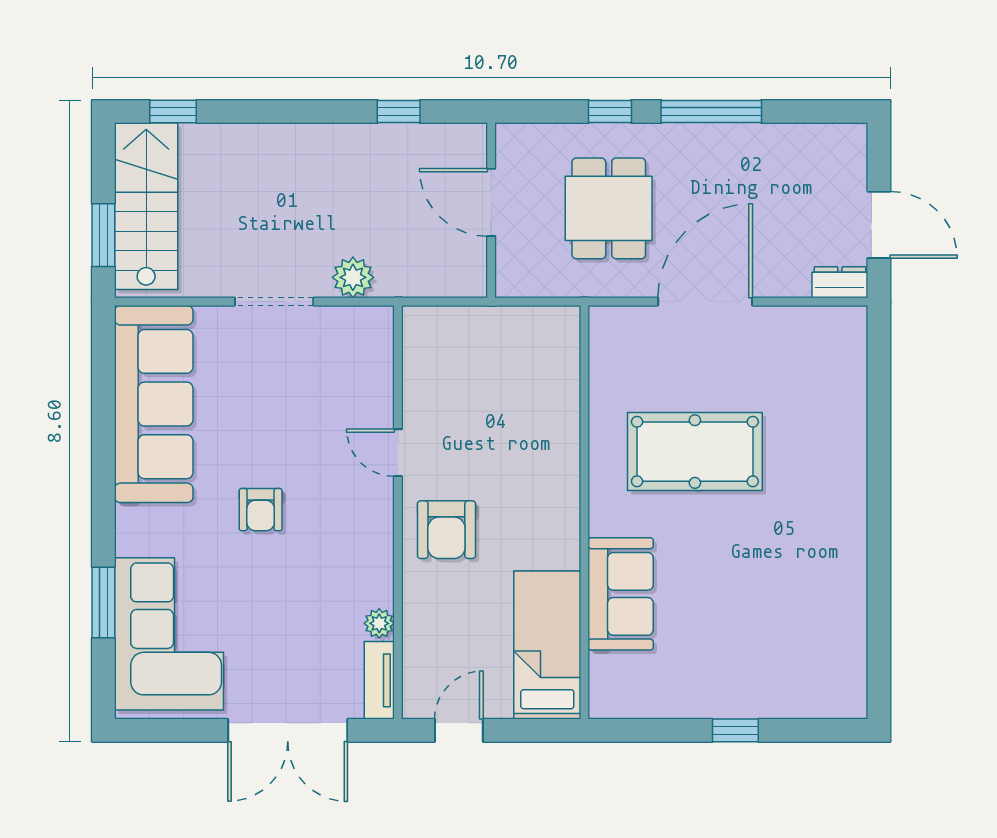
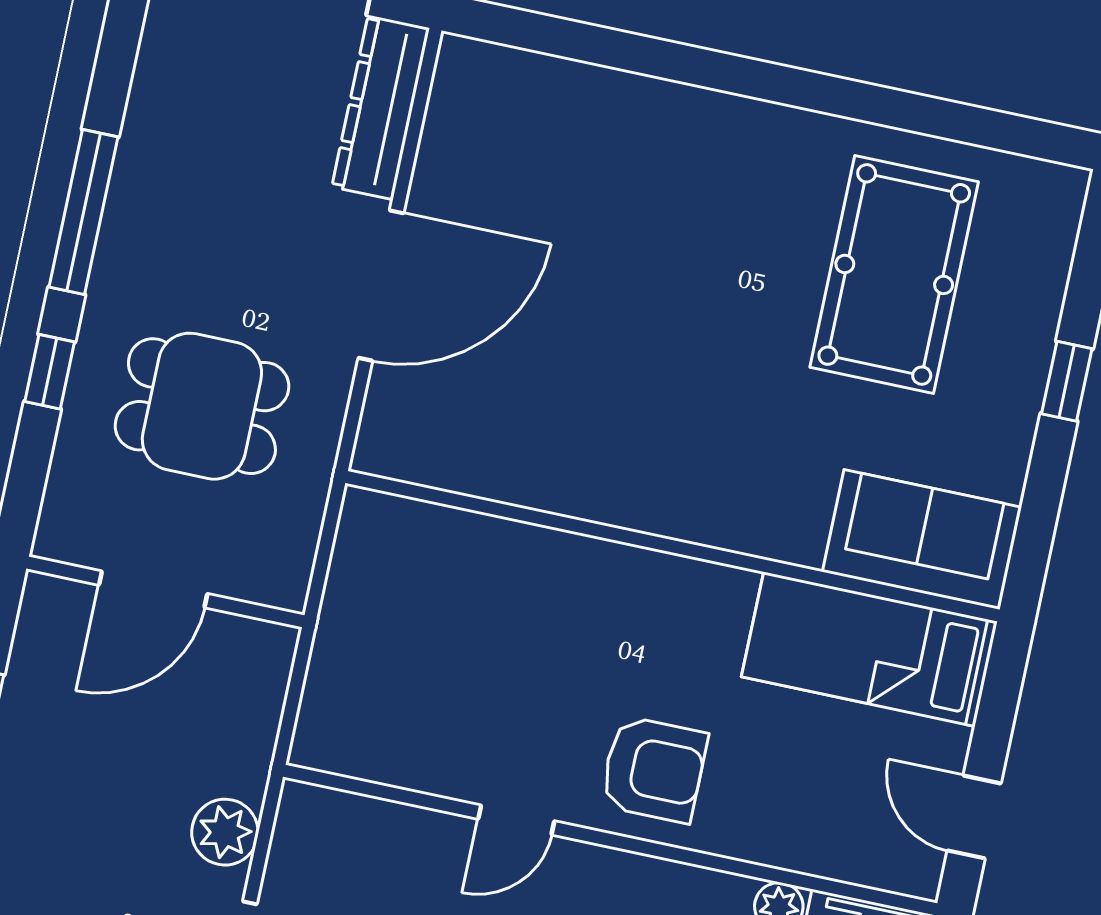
dresser: (840, 282) -> (381, 107), width x1.96, depth x1.24
door: (705, 302) -> (381, 285), swing flipped
pool table: (695, 452) -> (894, 274), moved
sofa: (621, 594) -> (922, 539), moved

